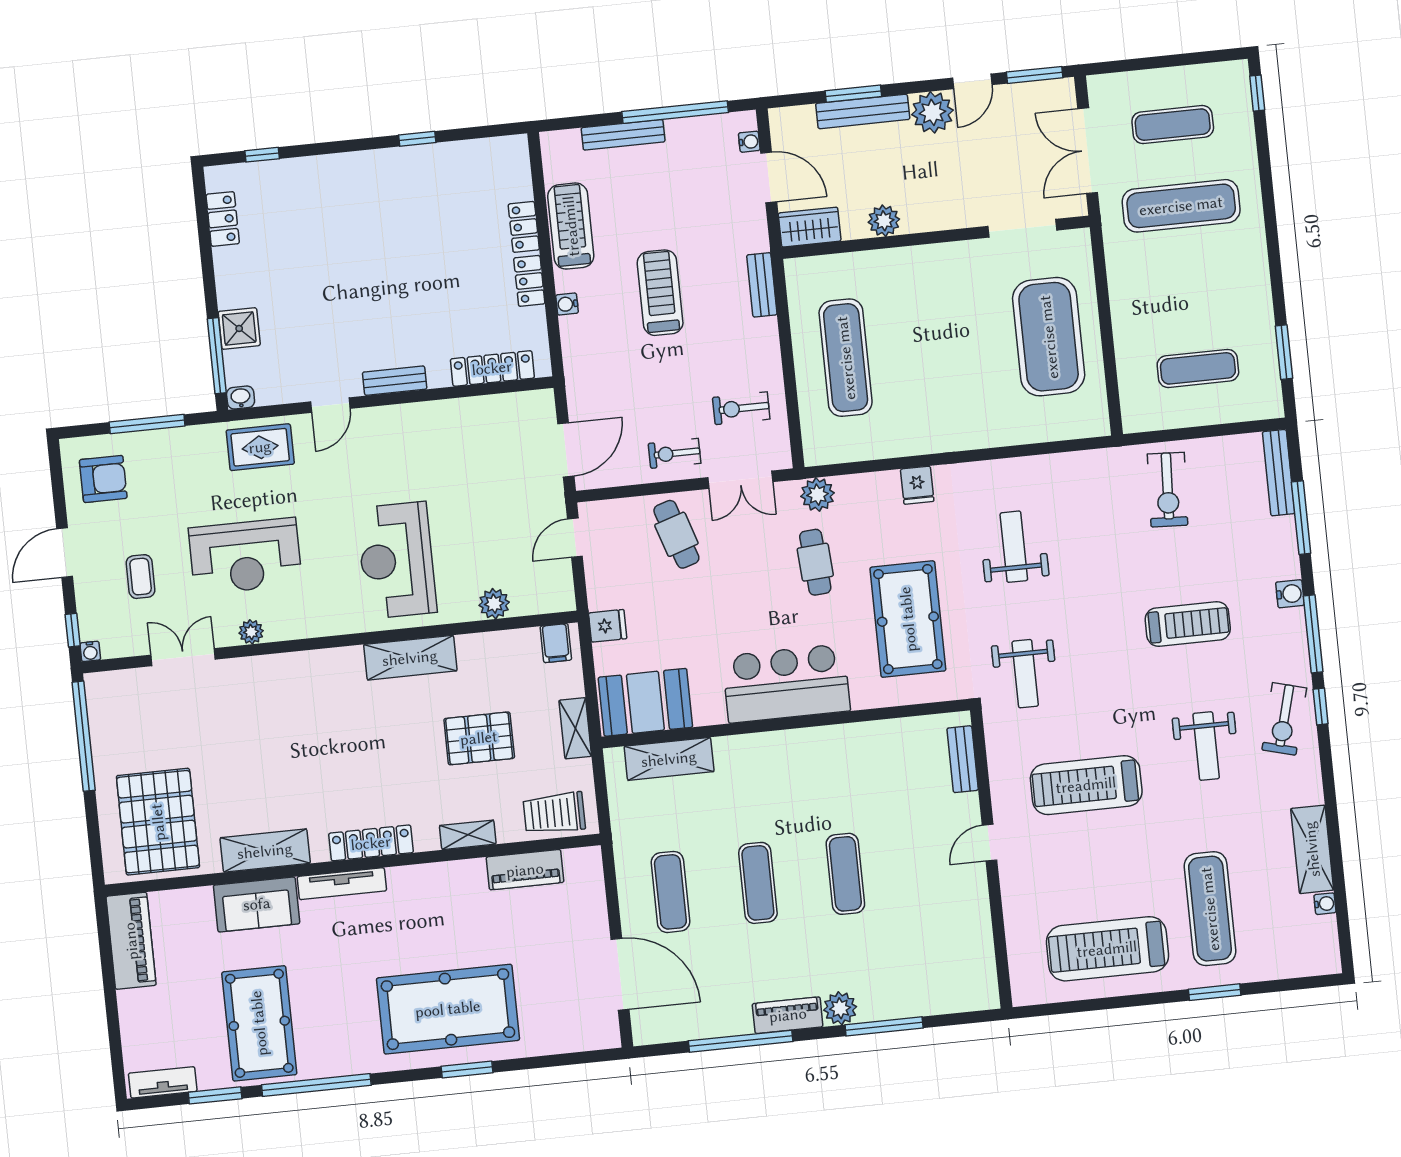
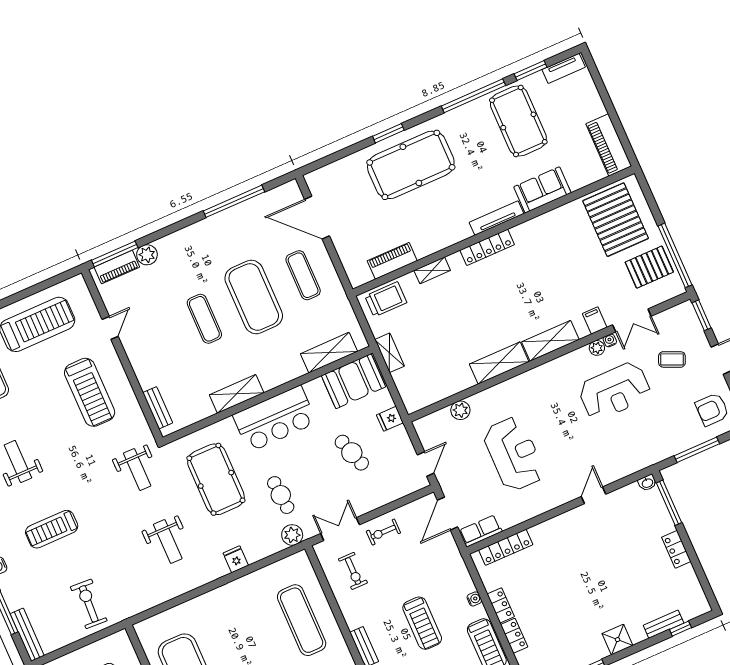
locker: (223, 219) -> (676, 549), moved
shower: (239, 328) -> (617, 640), moved
bench: (395, 381) -> (664, 624), moved
row of seats: (523, 406) -> (481, 531), added
exercise bike: (741, 408) -> (353, 571), turned 90
rug: (260, 447) -> (626, 457), removed
exercise bike: (675, 453) -> (383, 532), turned 180
cafe table: (676, 534) -> (352, 453), moved
reception desk: (245, 556) -> (615, 391), turned 180
reception desk: (397, 560) -> (514, 454), moved
coffee table: (141, 577) -> (672, 359), turned -66
window: (73, 630) -> (701, 315), width x1.50
filing cabinet: (556, 643) -> (595, 320), moved
water cooler: (90, 651) -> (610, 340), moved
weight bench: (1025, 674) -> (137, 470), turned 180
pallet: (479, 738) -> (649, 267), moved
shelving: (833, 741) -> (237, 394), added
treadmill: (1086, 785) -> (90, 392), moved, turned 90
door: (990, 843) -> (110, 328), moved
shelving: (265, 851) -> (550, 341), moved
exercise mat: (758, 883) -> (254, 297), width x2.00, depth x1.45
plant: (840, 1008) -> (147, 255), moved
piano: (788, 1015) -> (117, 267), moved
window: (884, 1026) -> (115, 254), moved

